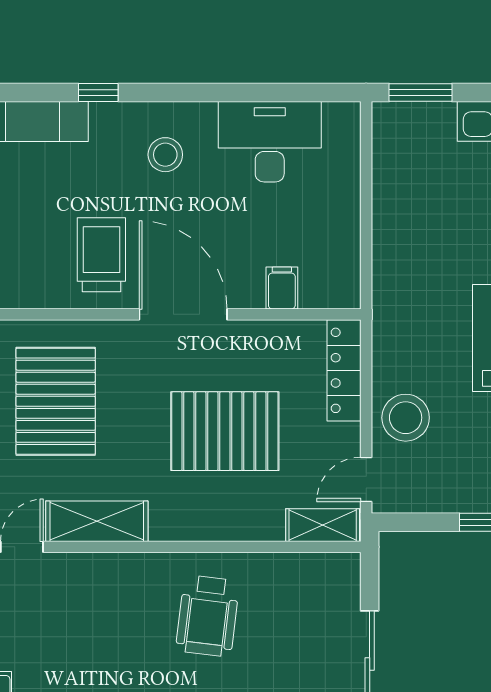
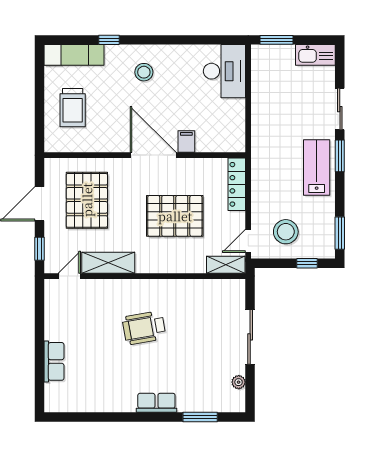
desk: (270, 142) -> (224, 71), moved, turned 90
trolley: (101, 255) -> (73, 108), moved, turned 180
filing cabinet: (282, 288) -> (186, 142), moved
stool: (406, 418) -> (286, 232), moved
wheelchair: (208, 616) -> (144, 328), moved, turned 73

